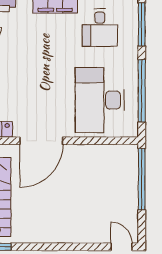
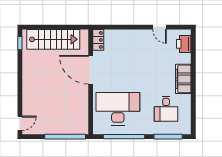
desk: (100, 28) -> (166, 109), turned -90

